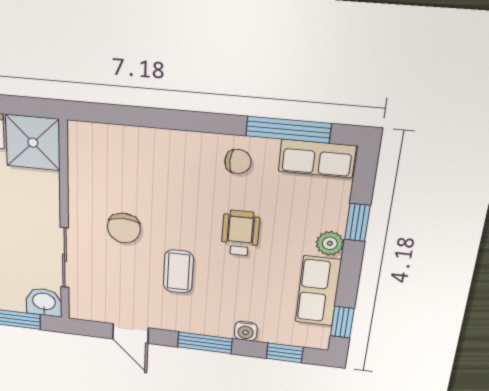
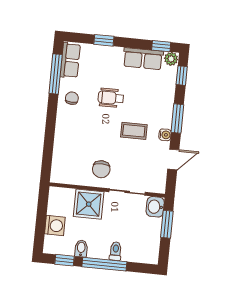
shower: (33, 143) -> (89, 204), moved
chair: (124, 228) -> (101, 169), moved, turned 90
plant: (330, 243) -> (171, 59), moved
water cooler: (246, 331) -> (165, 135), moved

